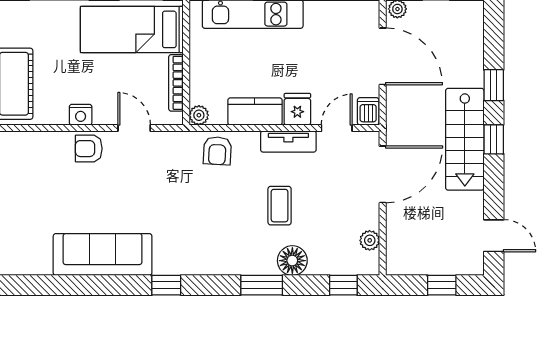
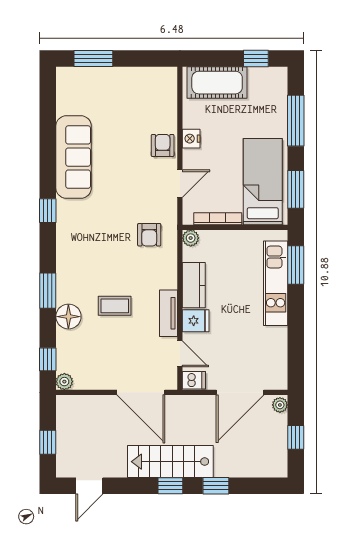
armchair: (217, 151) -> (149, 235), moved, turned -93
plant: (370, 240) -> (64, 382), moved

